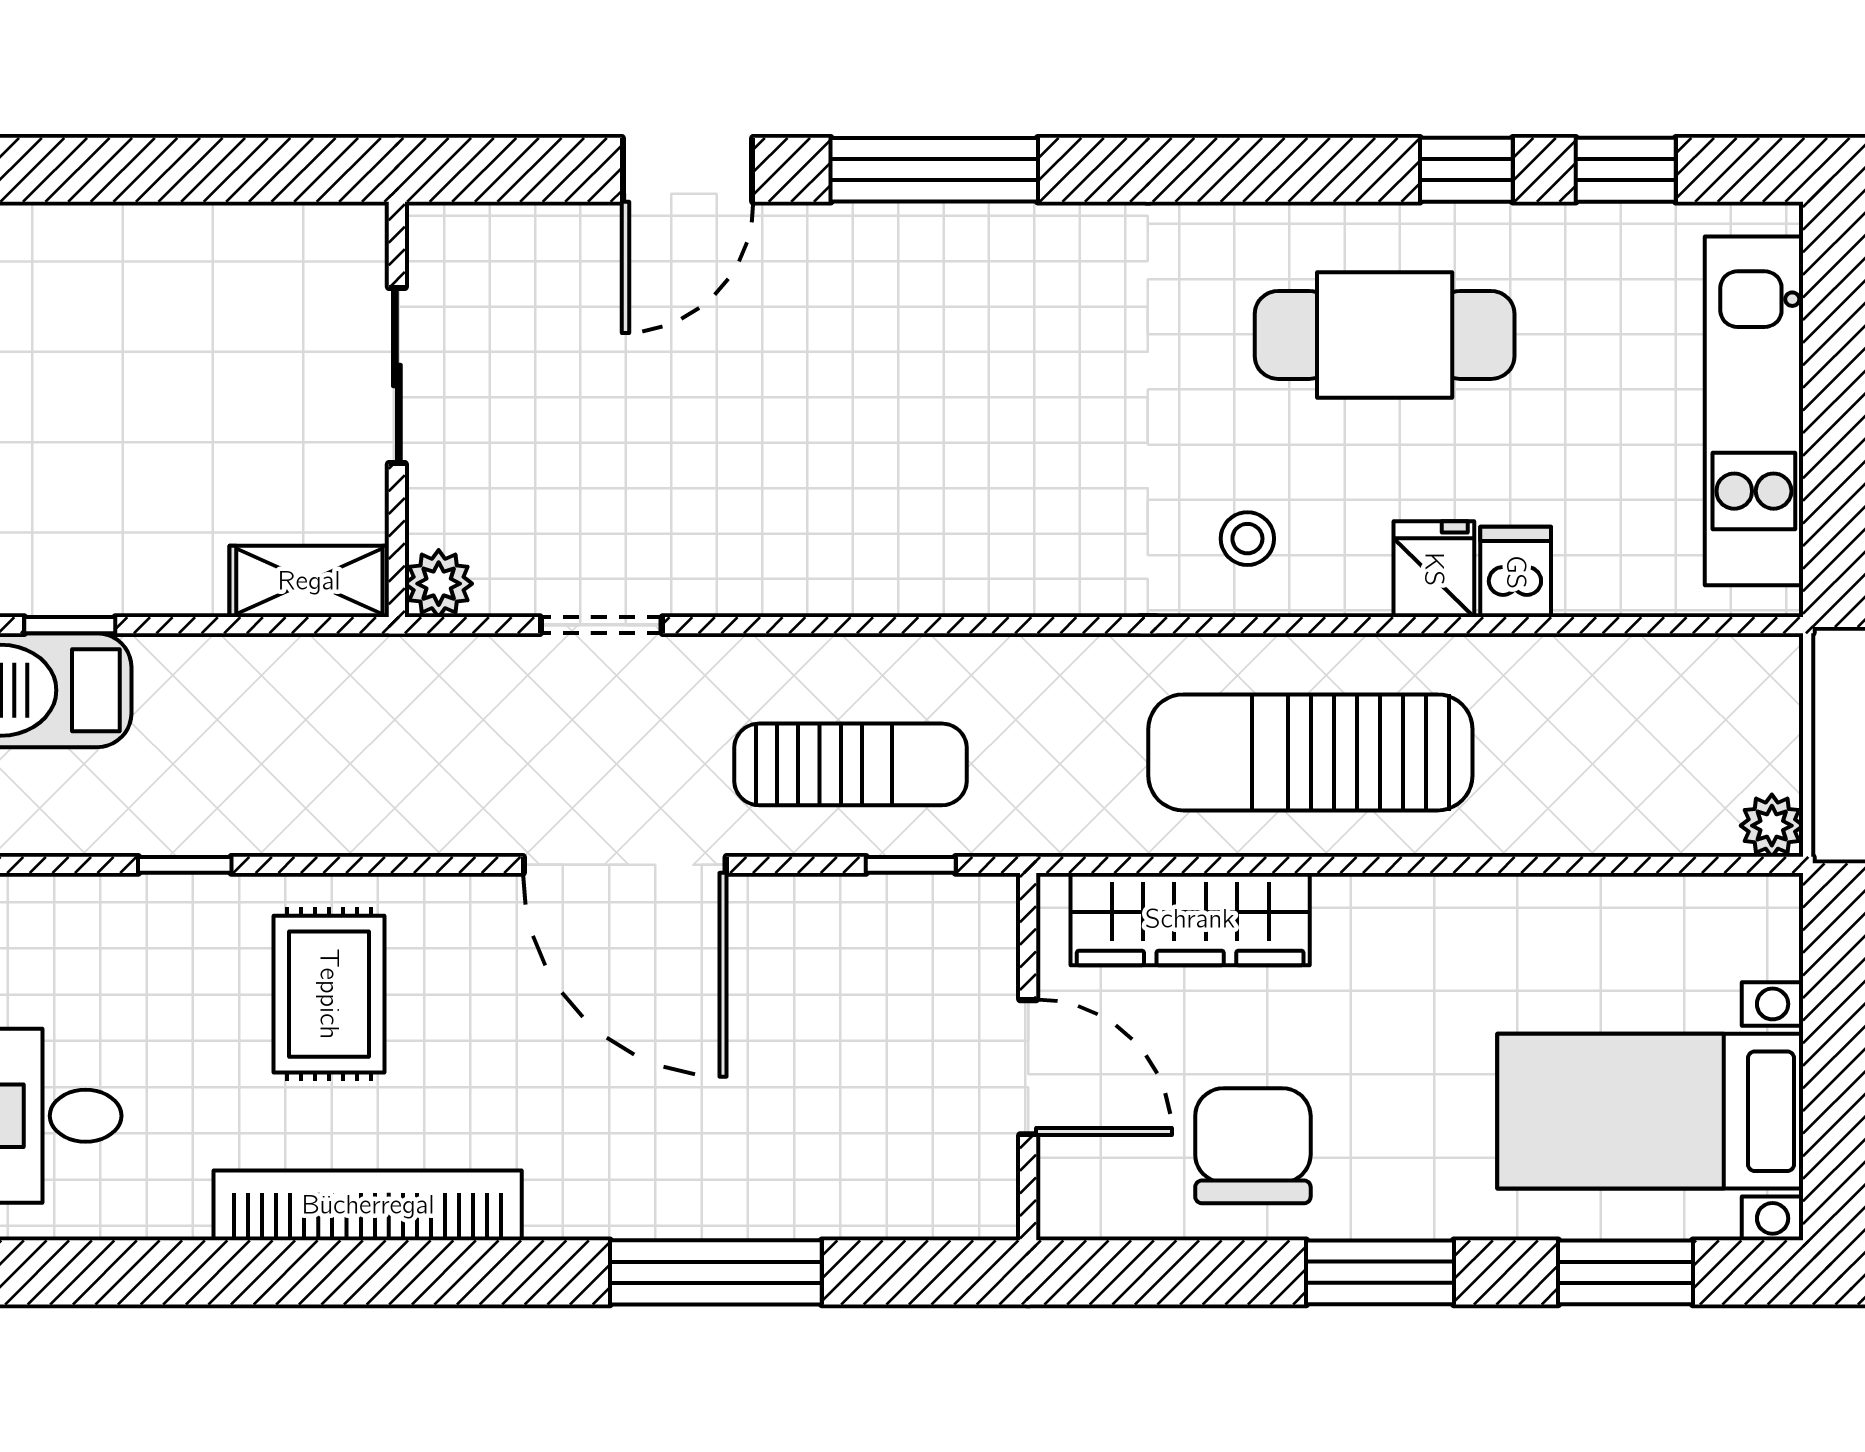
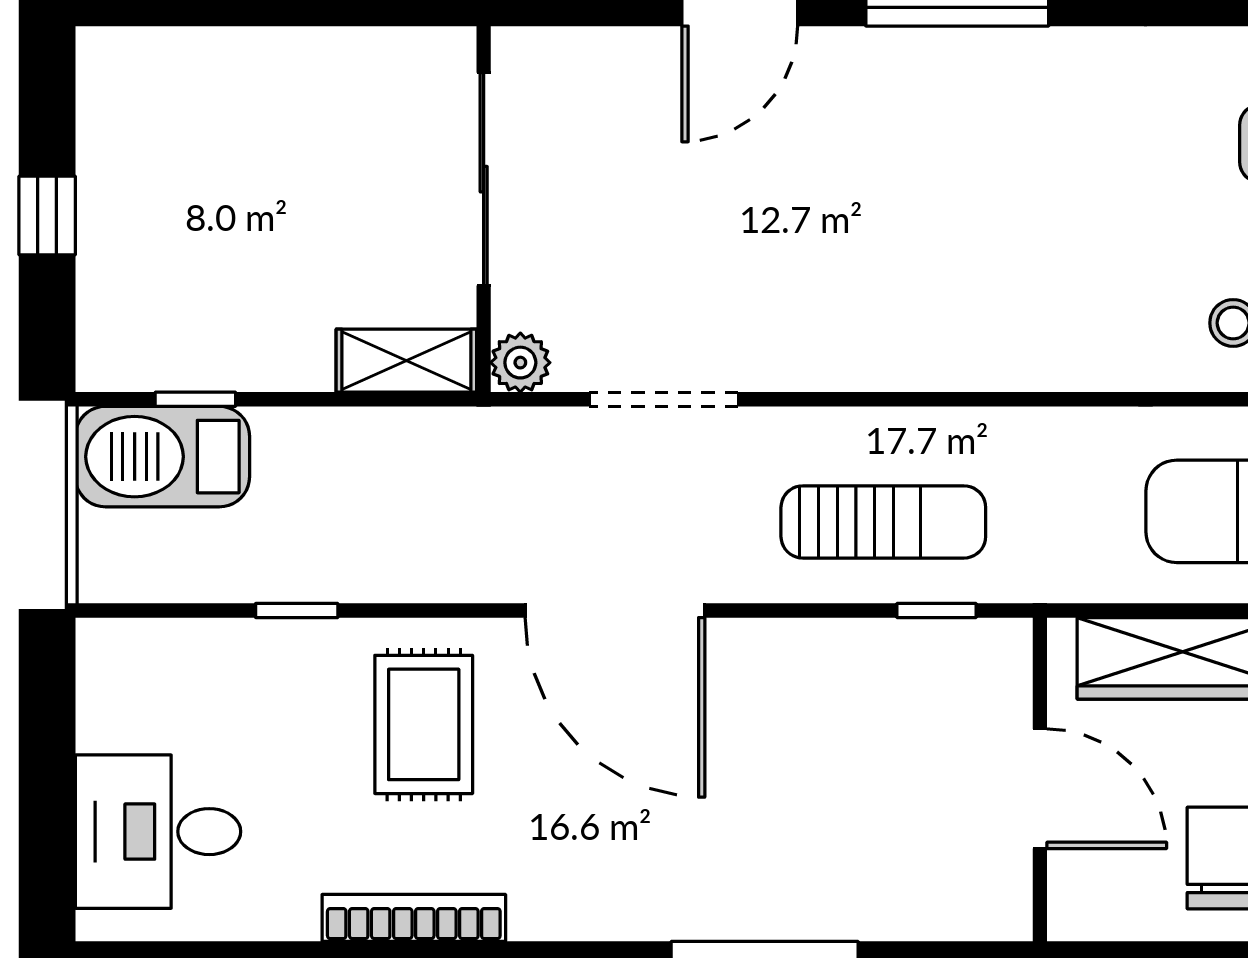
sliding door: (397, 375) -> (484, 179), width x1.37
doorway: (601, 625) -> (664, 399), width x1.38
door: (625, 865) -> (615, 610), moved
bookcase: (368, 1205) -> (414, 918), width x0.68, depth x0.76

